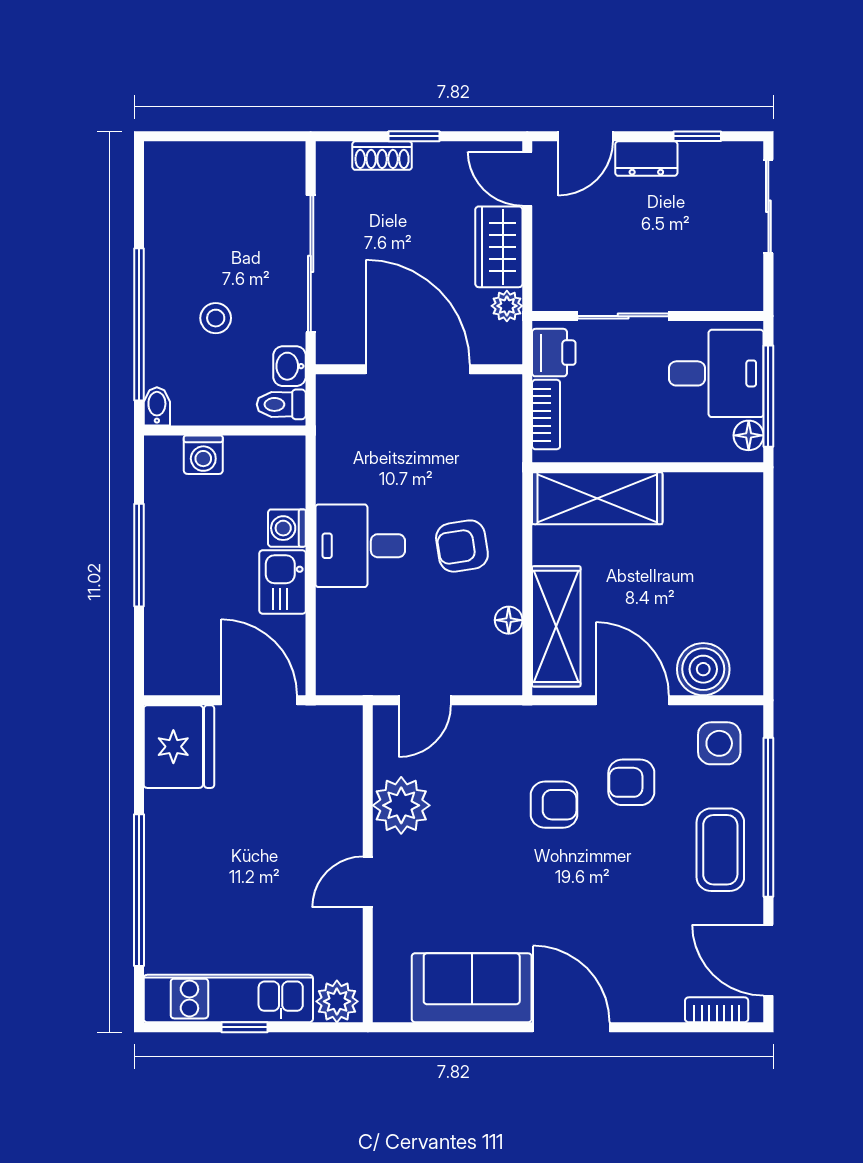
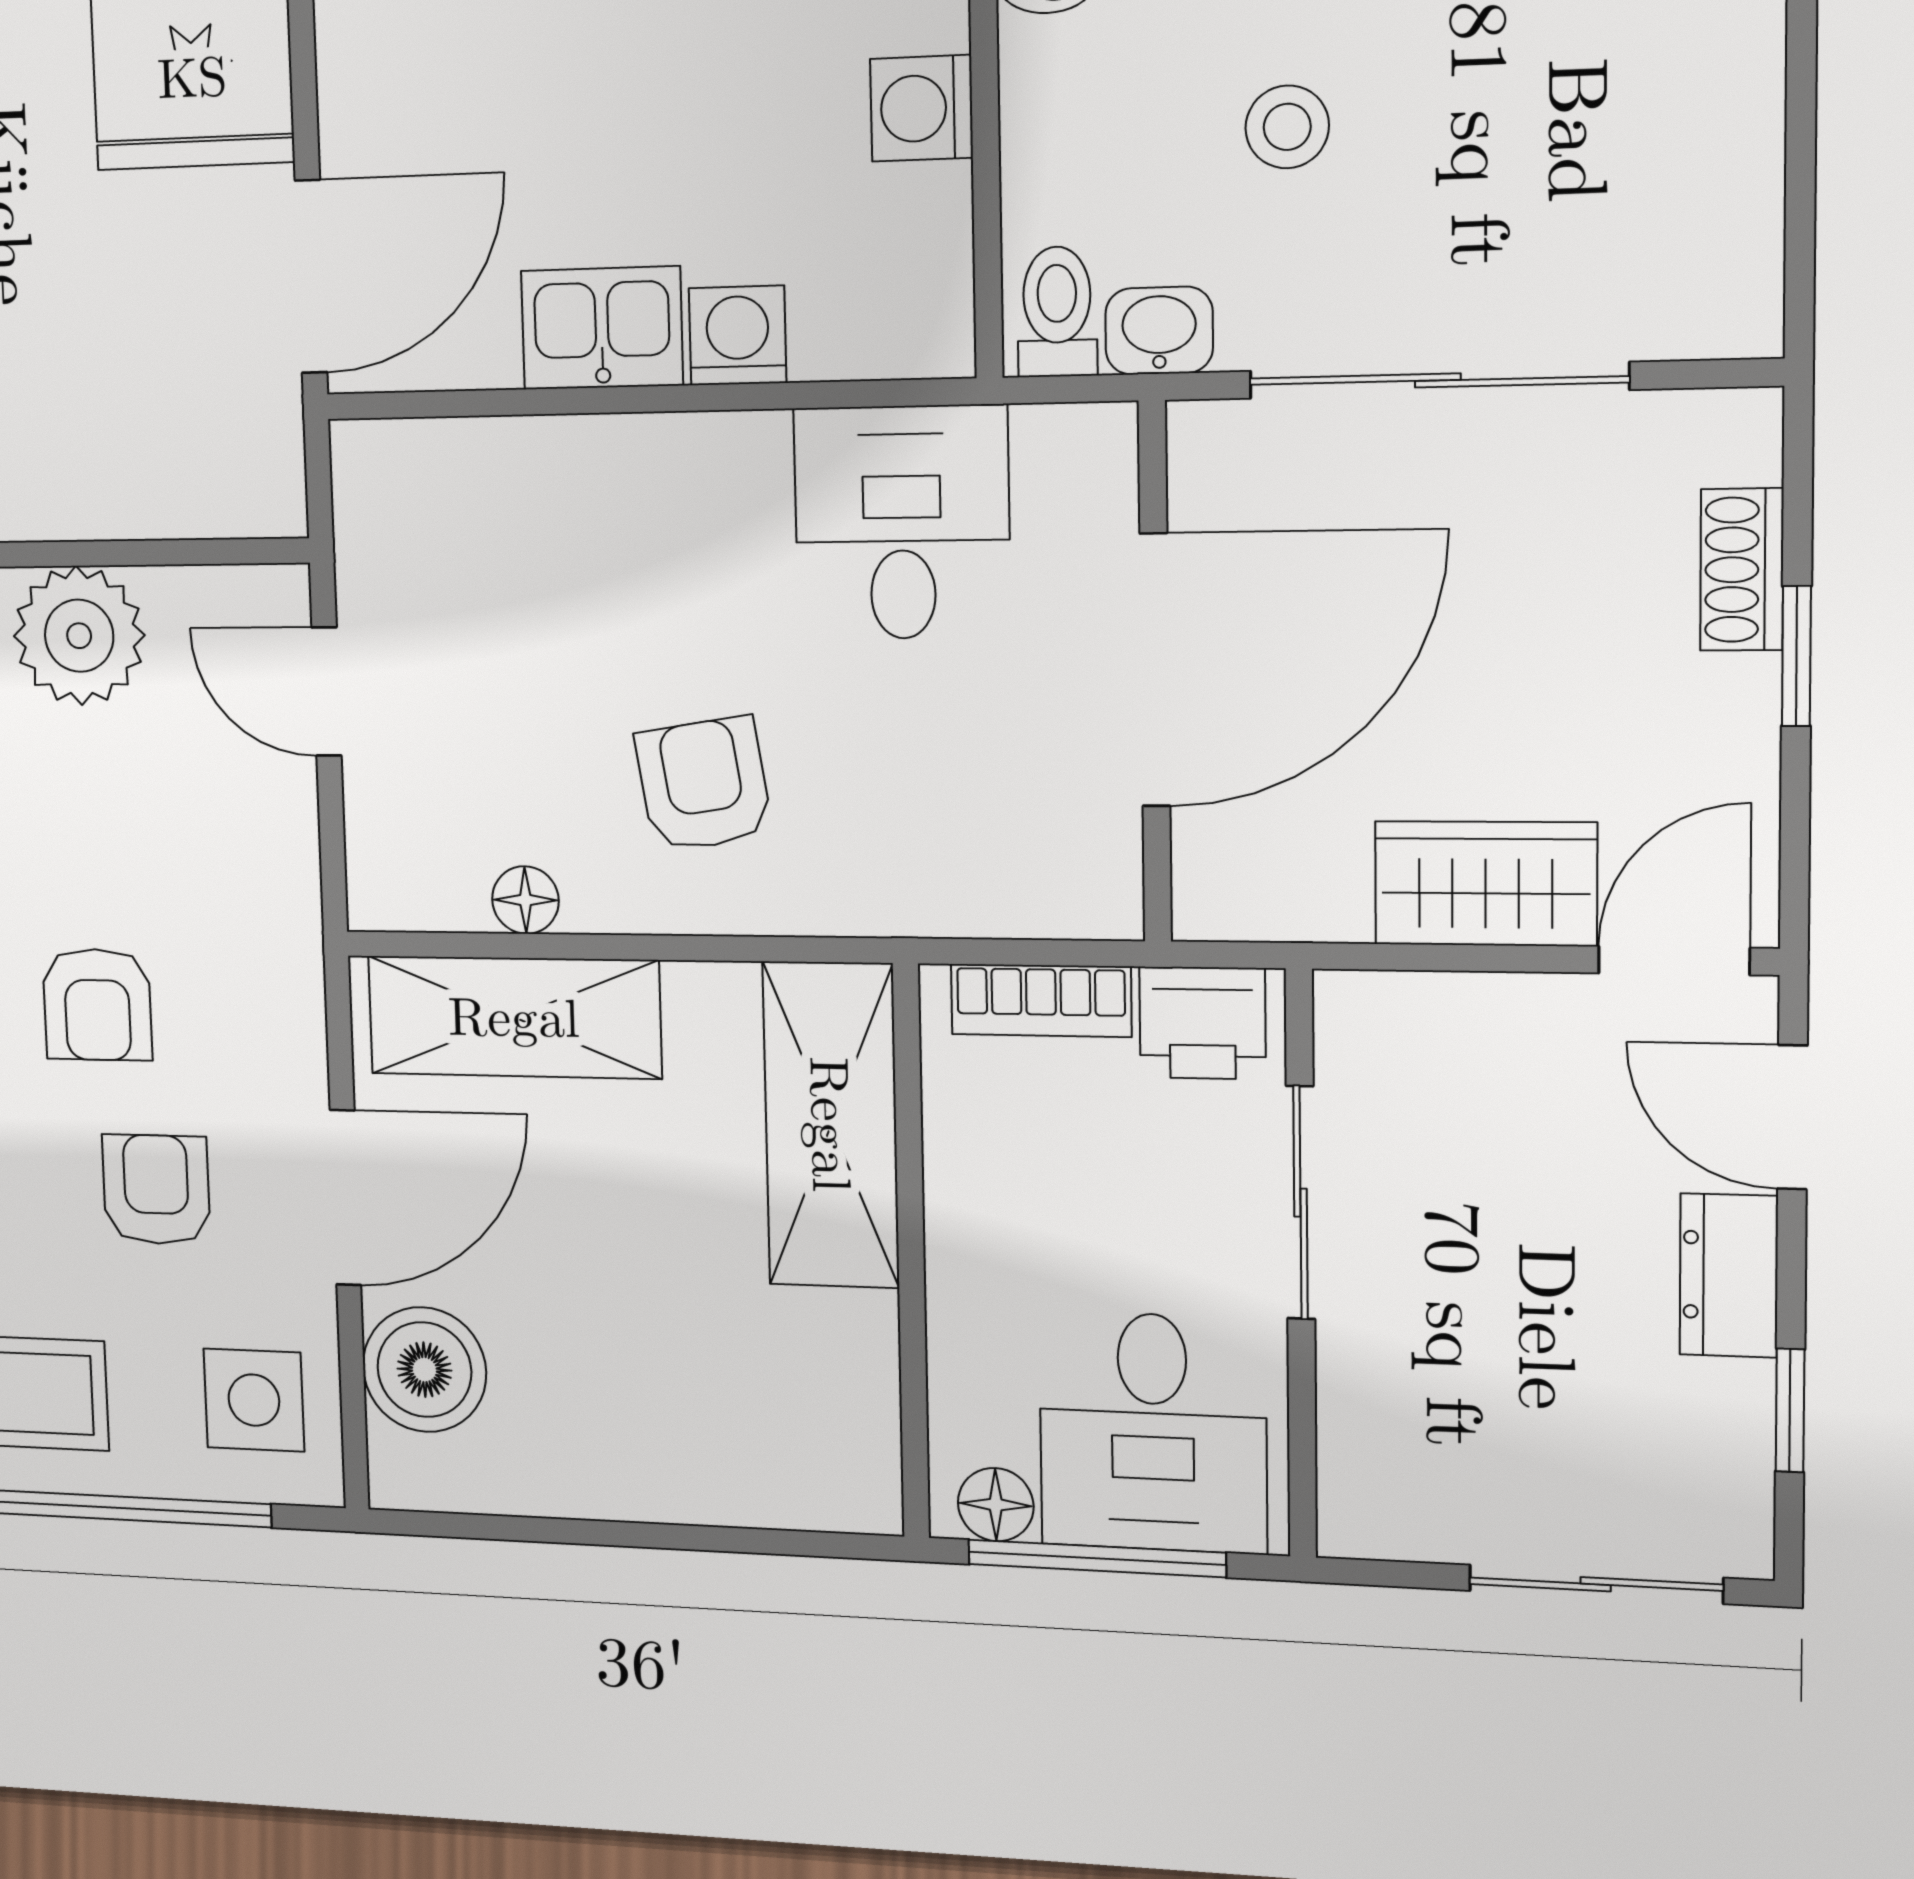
plant: (507, 306) -> (1325, 903), removed
desk: (360, 546) -> (902, 523), moved

